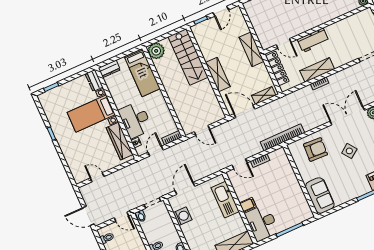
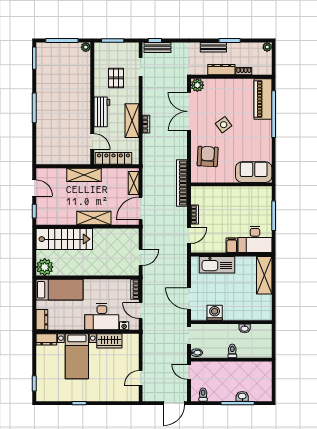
pallet: (348, 39) -> (116, 78), added
door: (284, 43) -> (92, 142), hinge flipped
wardrobe: (120, 141) -> (109, 341), width x0.67
door: (121, 217) -> (189, 372), swing flipped

